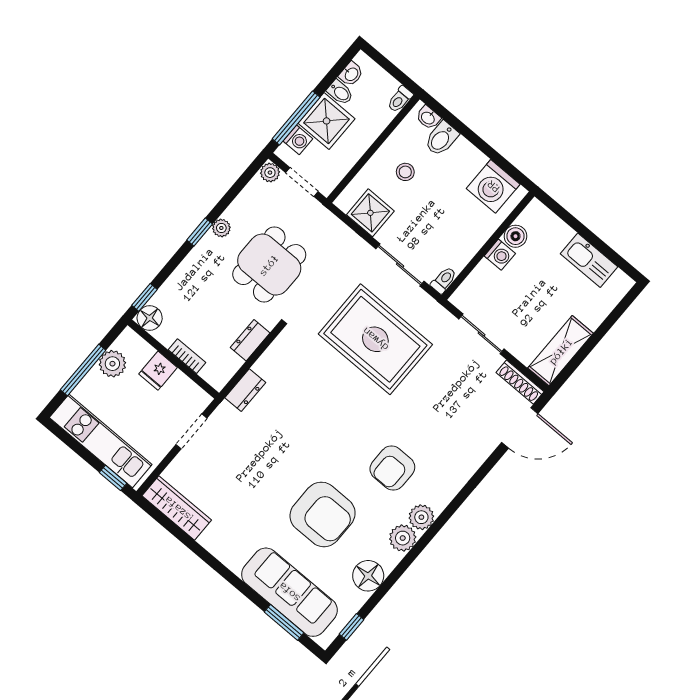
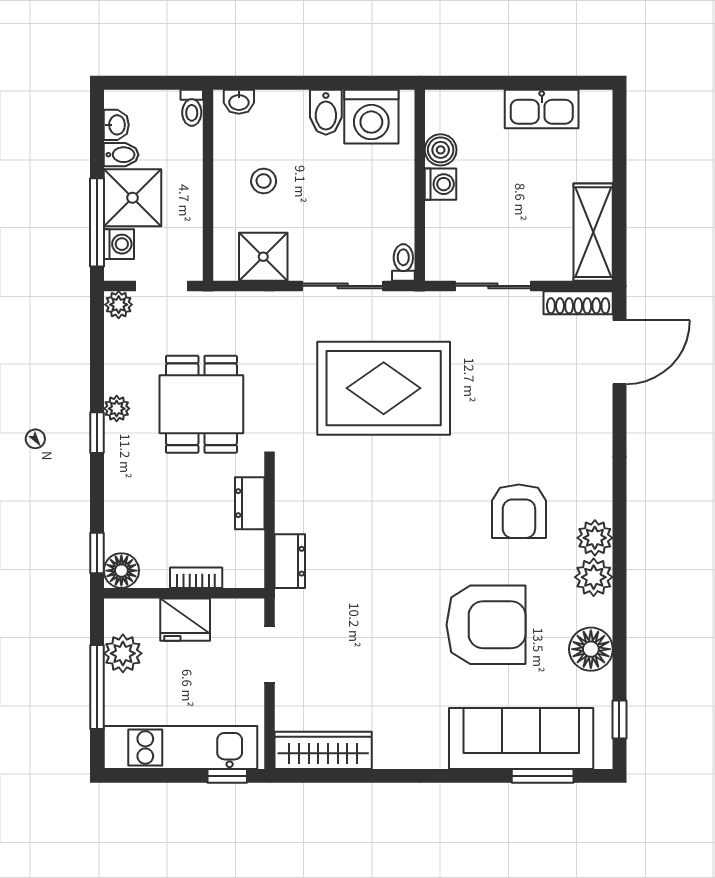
bidet: (441, 139) -> (326, 112), moved
fridge: (158, 371) -> (185, 620), width x1.38

